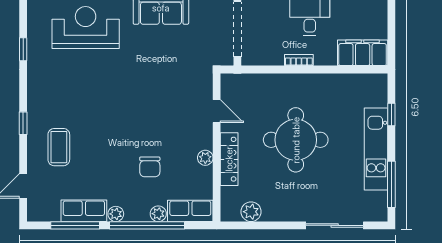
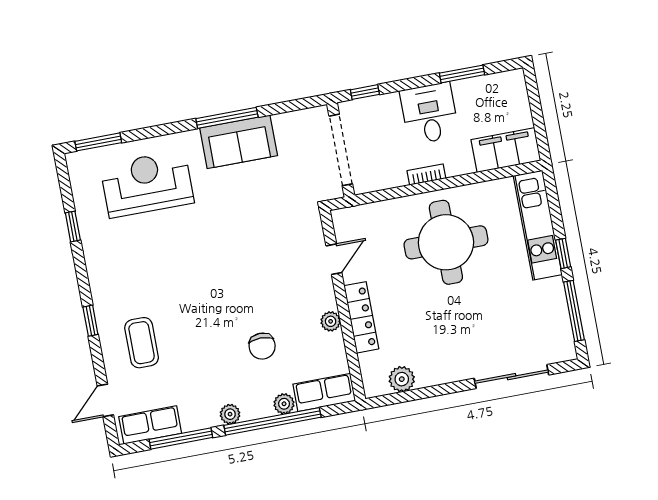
door: (217, 111) -> (334, 259), hinge flipped
window: (391, 114) -> (563, 253), moved
round table: (296, 140) -> (446, 242), moved
kitchen unit: (376, 149) -> (538, 225), moved
row of seats: (84, 211) -> (150, 425), moved

